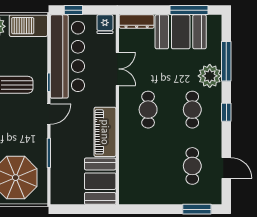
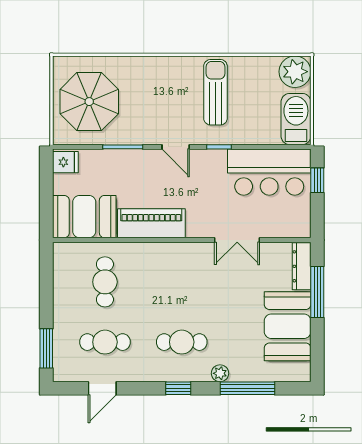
window: (189, 10) -> (317, 292), moved
fridge: (105, 24) -> (65, 162), moved, turned 180
bar counter: (67, 56) -> (269, 172), width x0.73
plant: (210, 76) -> (220, 373), width x0.53, depth x0.53
cafe table: (148, 110) -> (105, 282), moved, turned 90

